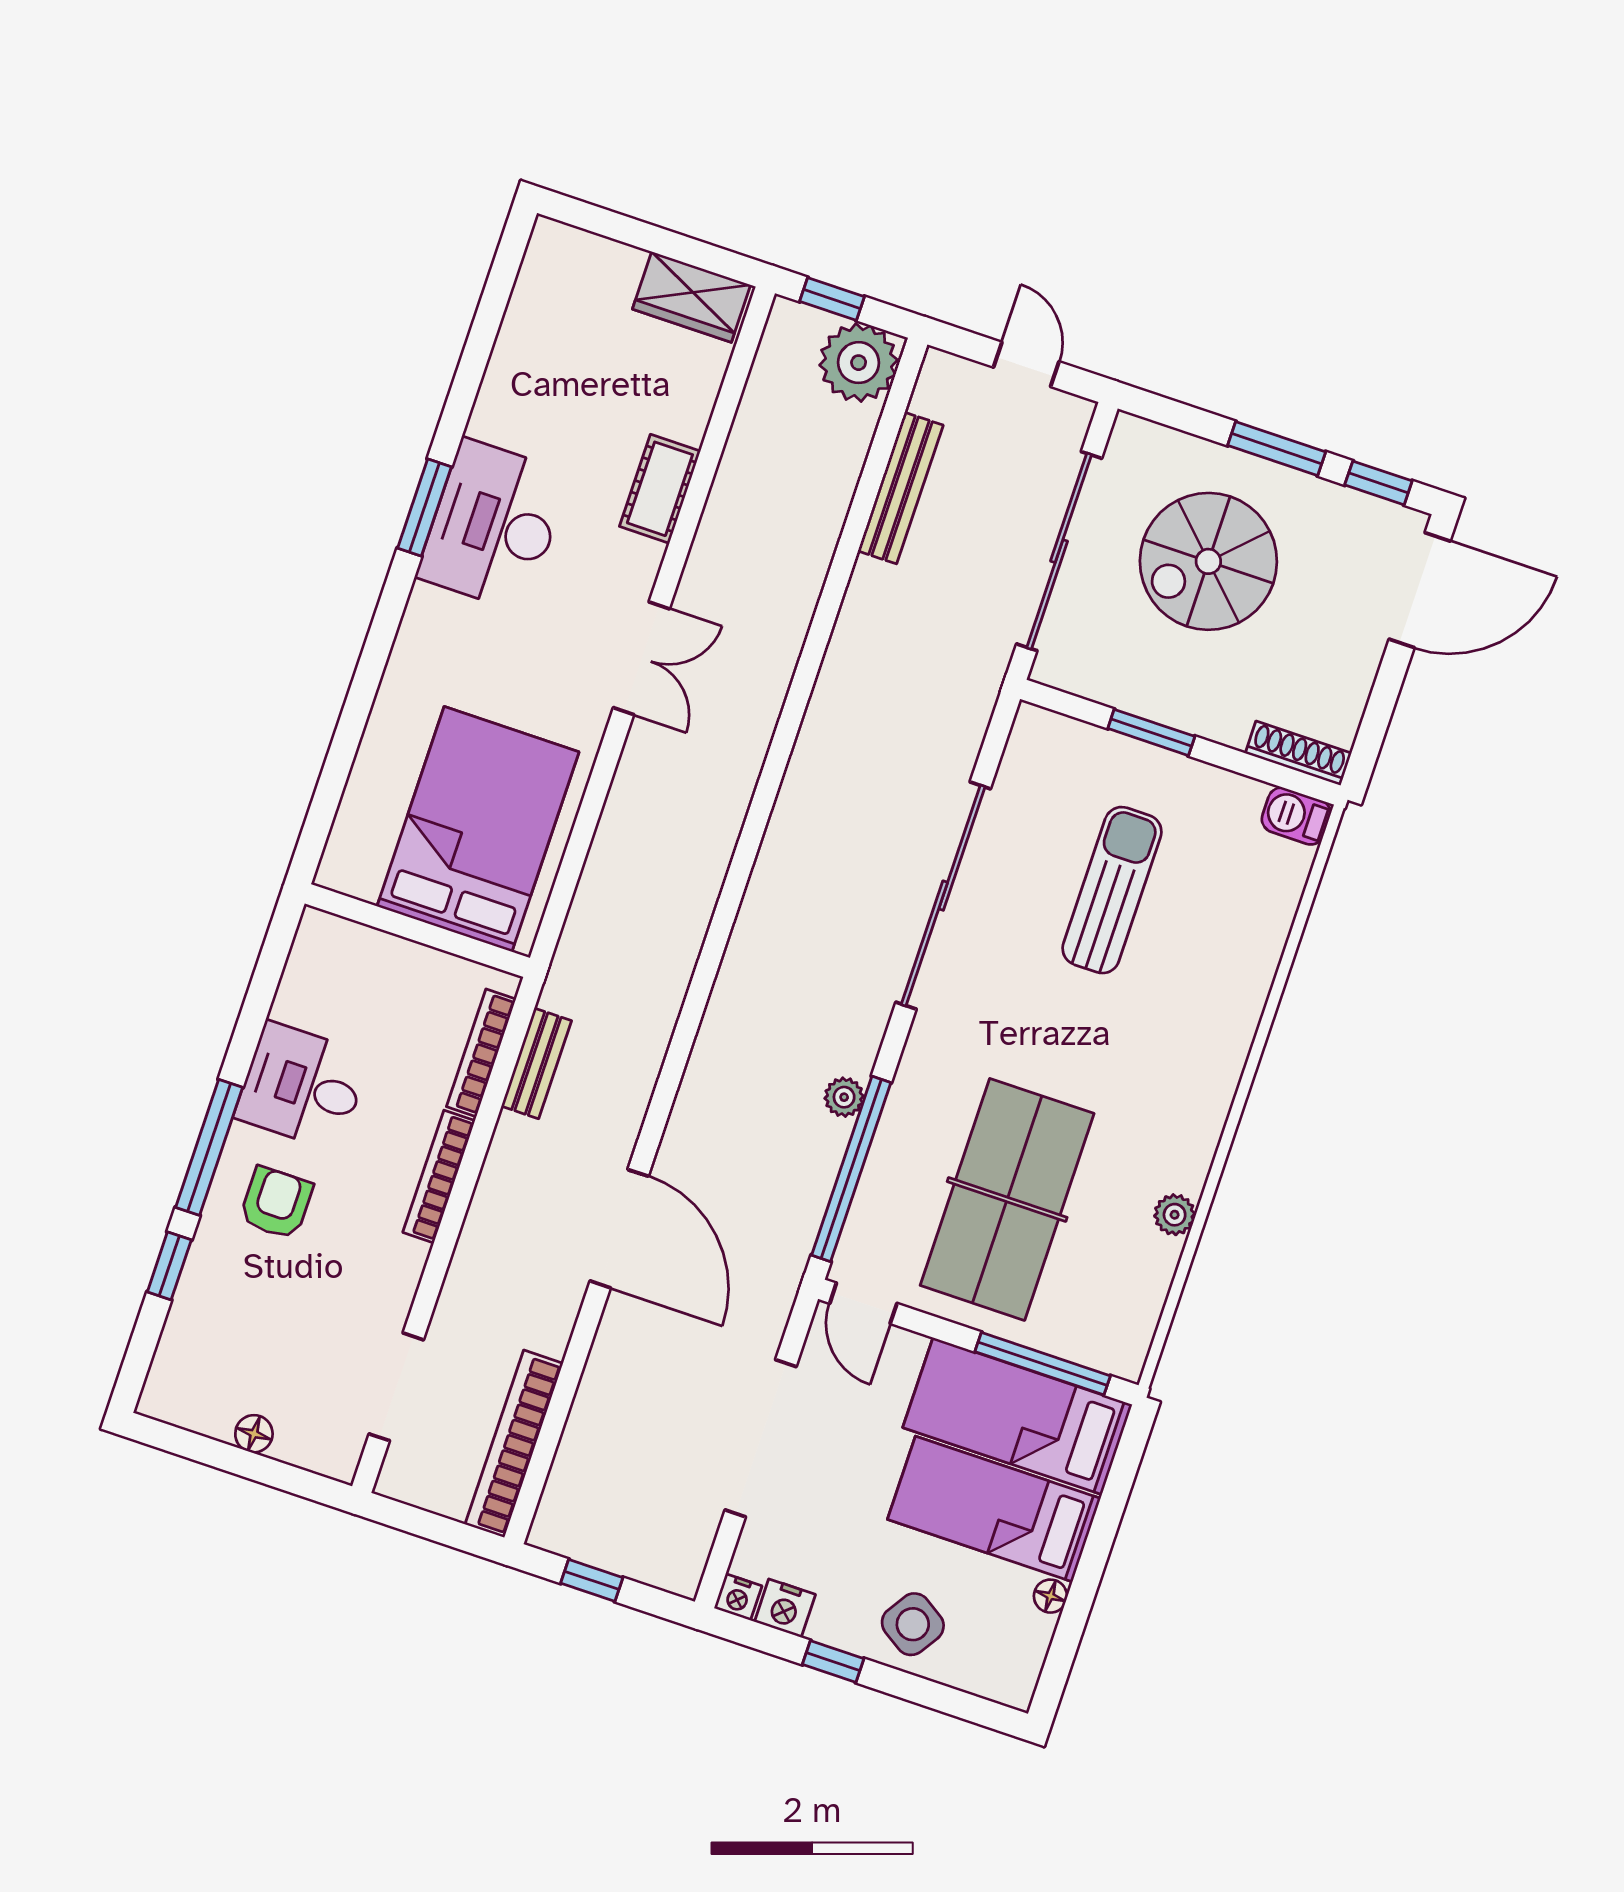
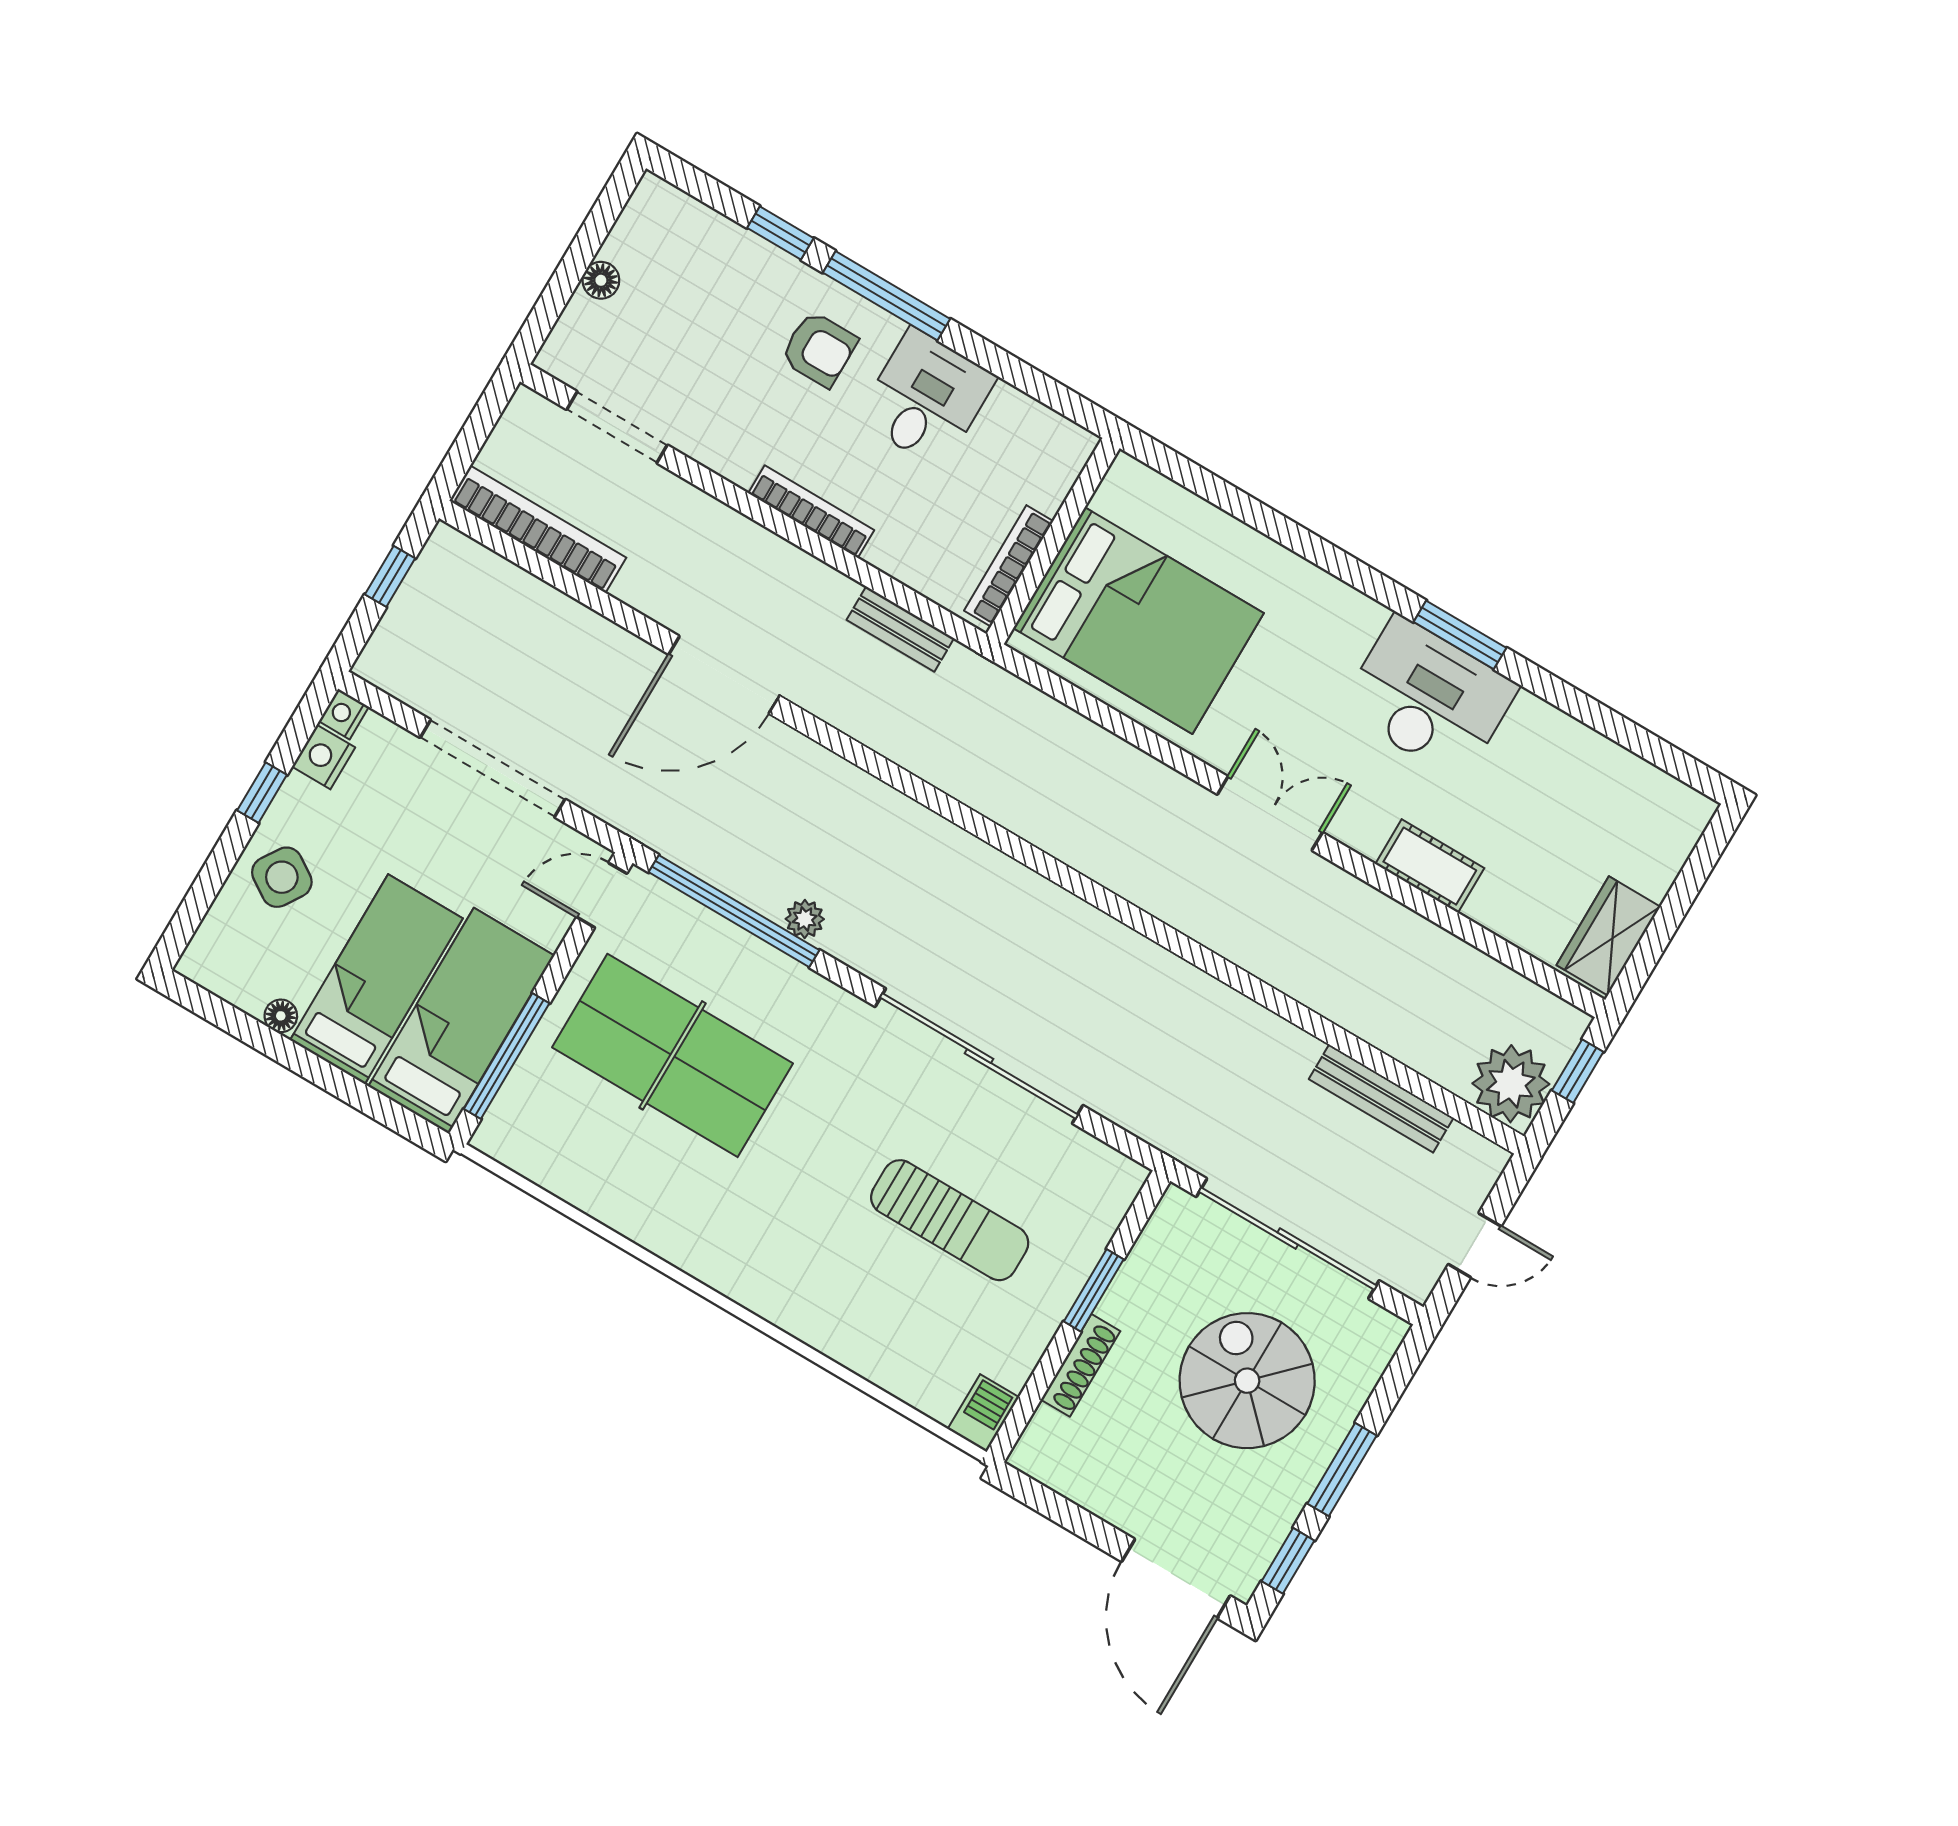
double door: (641, 658) -> (1270, 813), swing flipped
shoe rack: (1298, 753) -> (1081, 1365), moved
bookcase: (481, 1053) -> (1009, 566), moved, turned -90
plant: (1175, 1215) -> (623, 1214), removed

